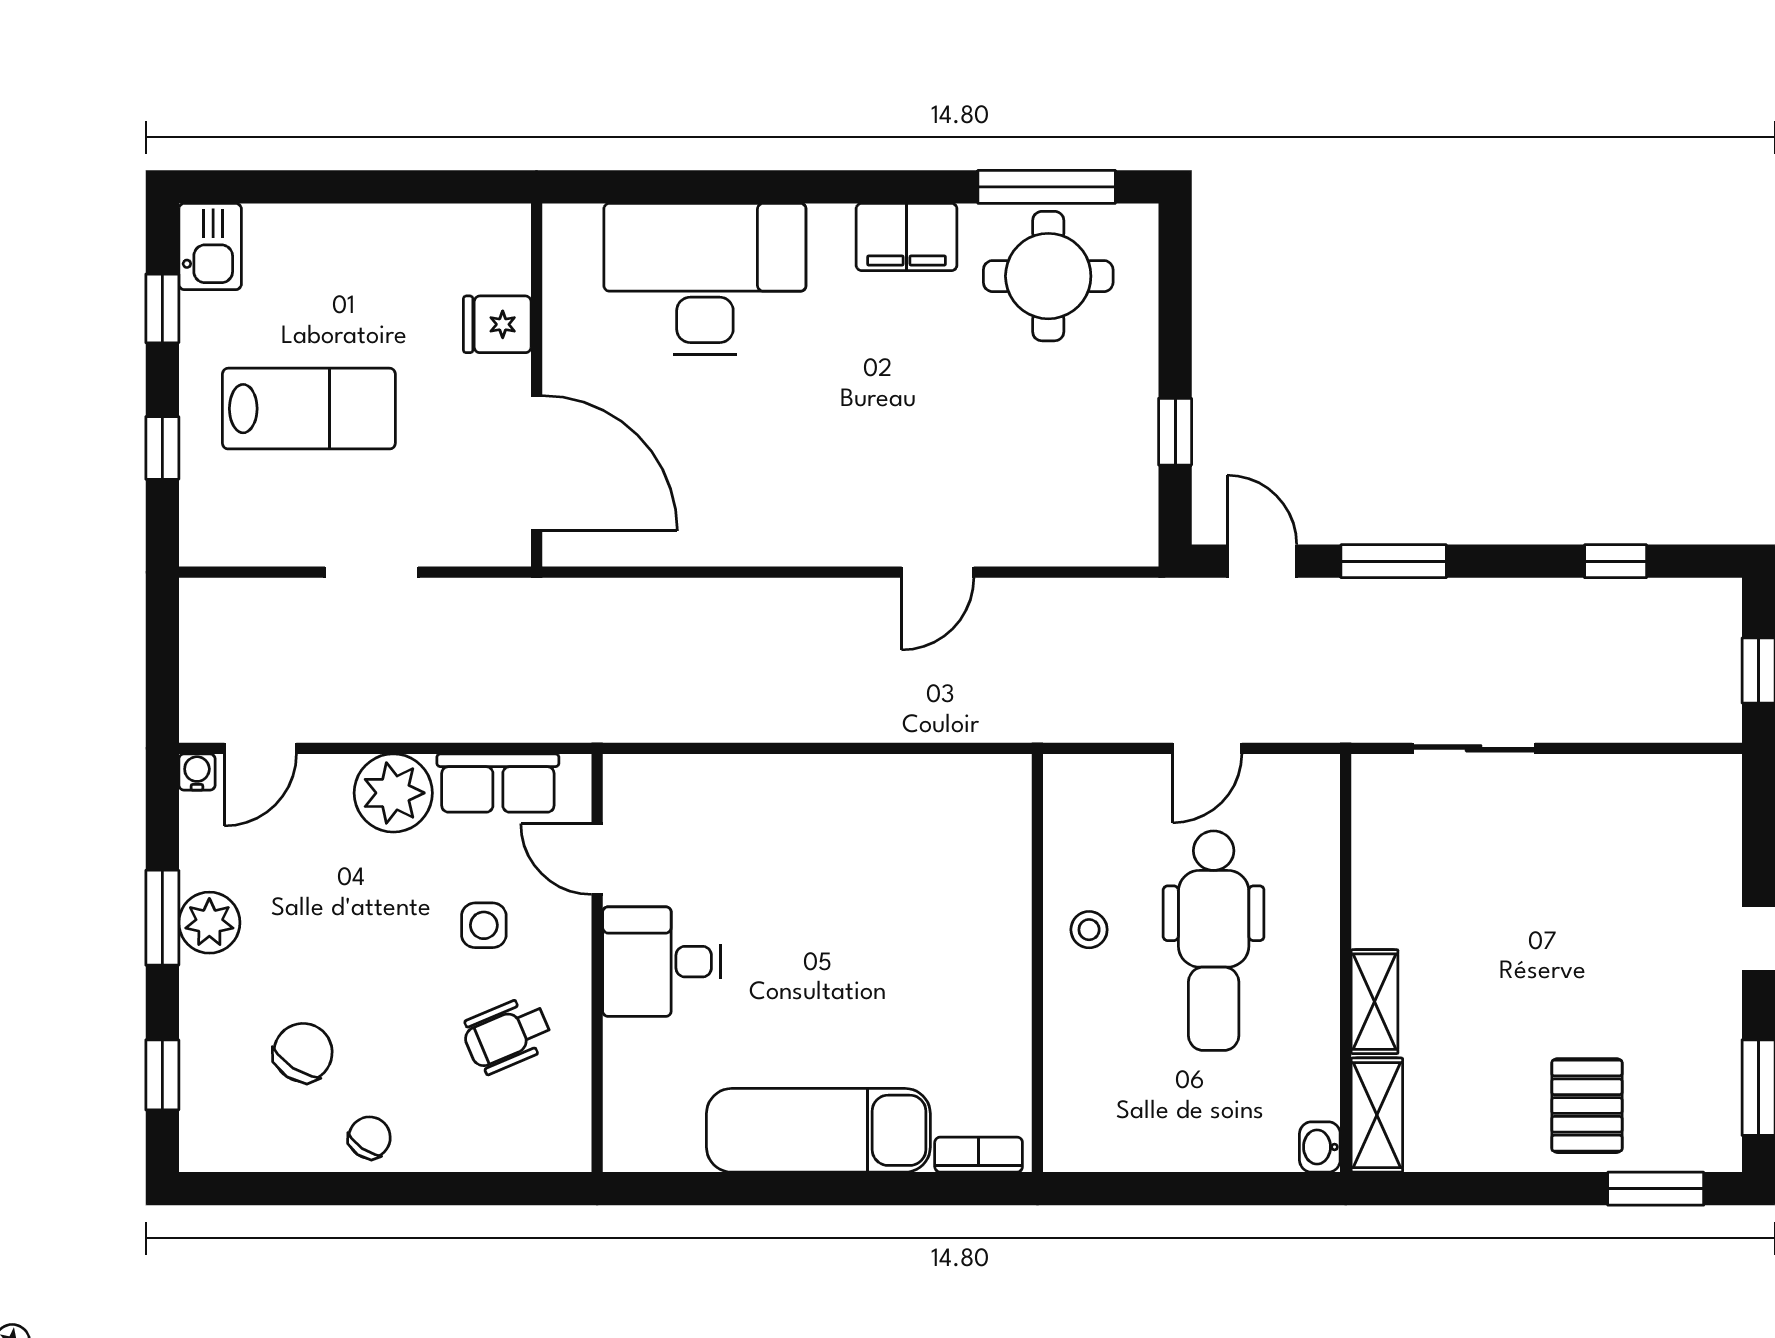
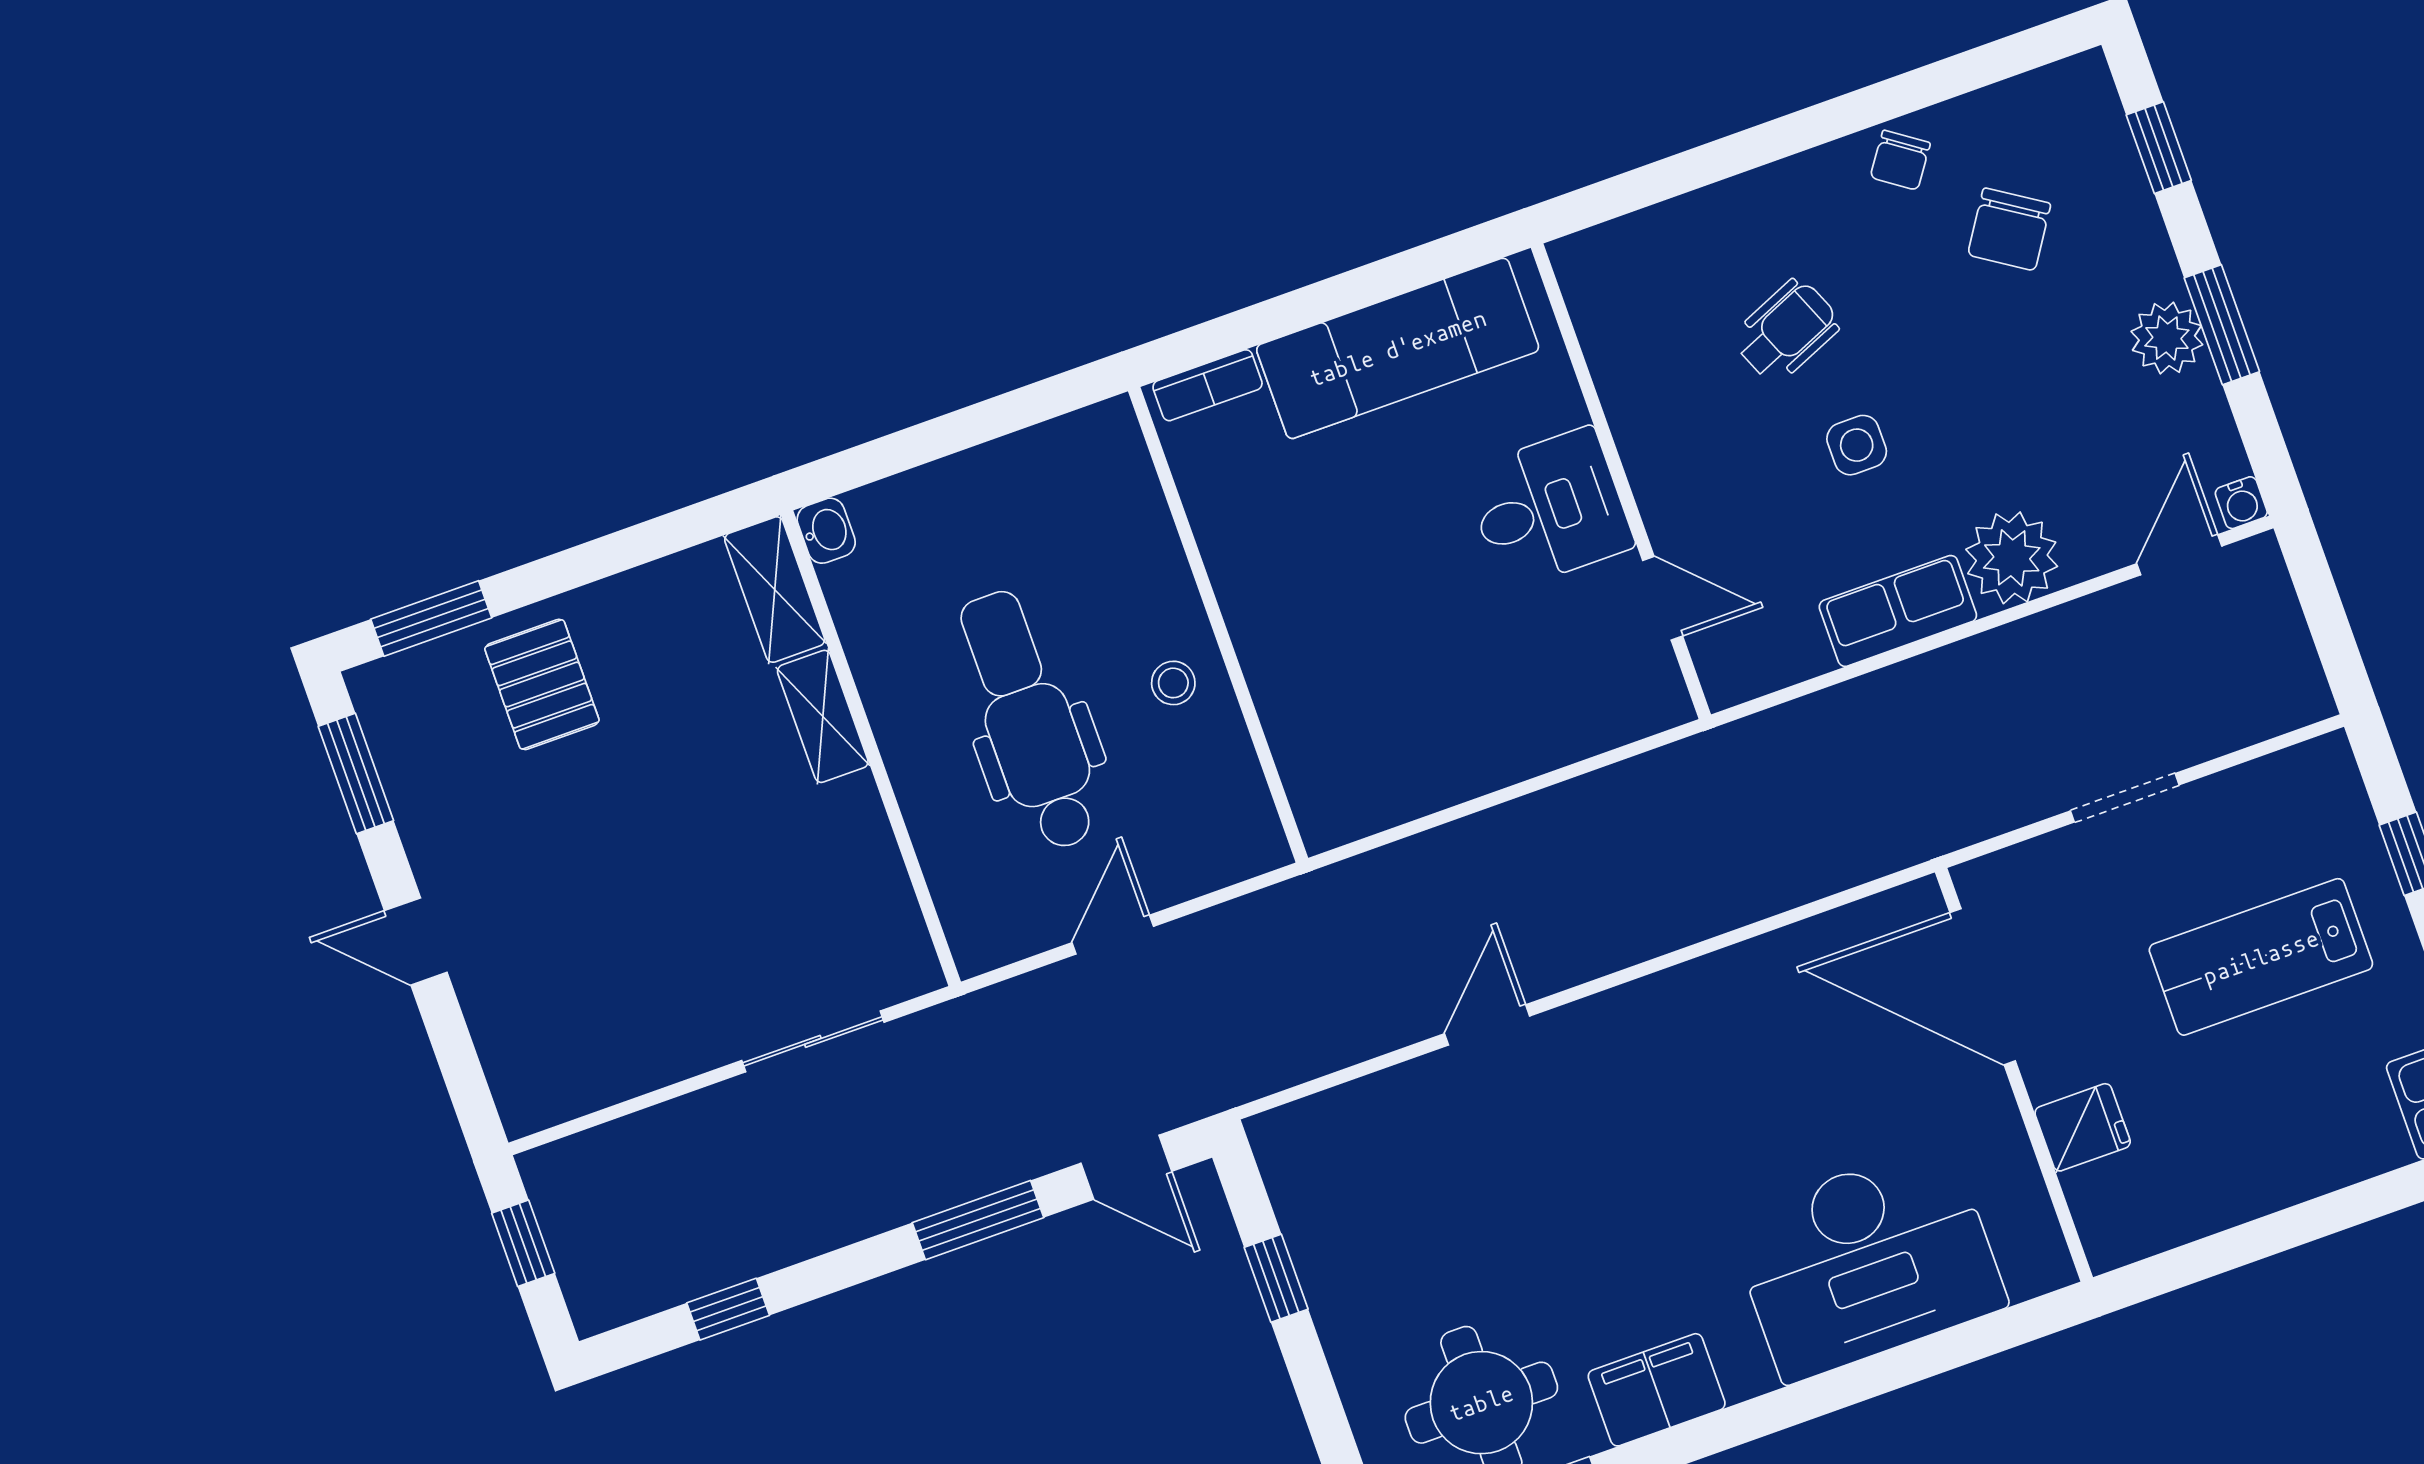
door: (597, 859) -> (1663, 598), moved
desk: (662, 962) -> (1549, 509), moved
wall: (597, 963) -> (1621, 481), moved

